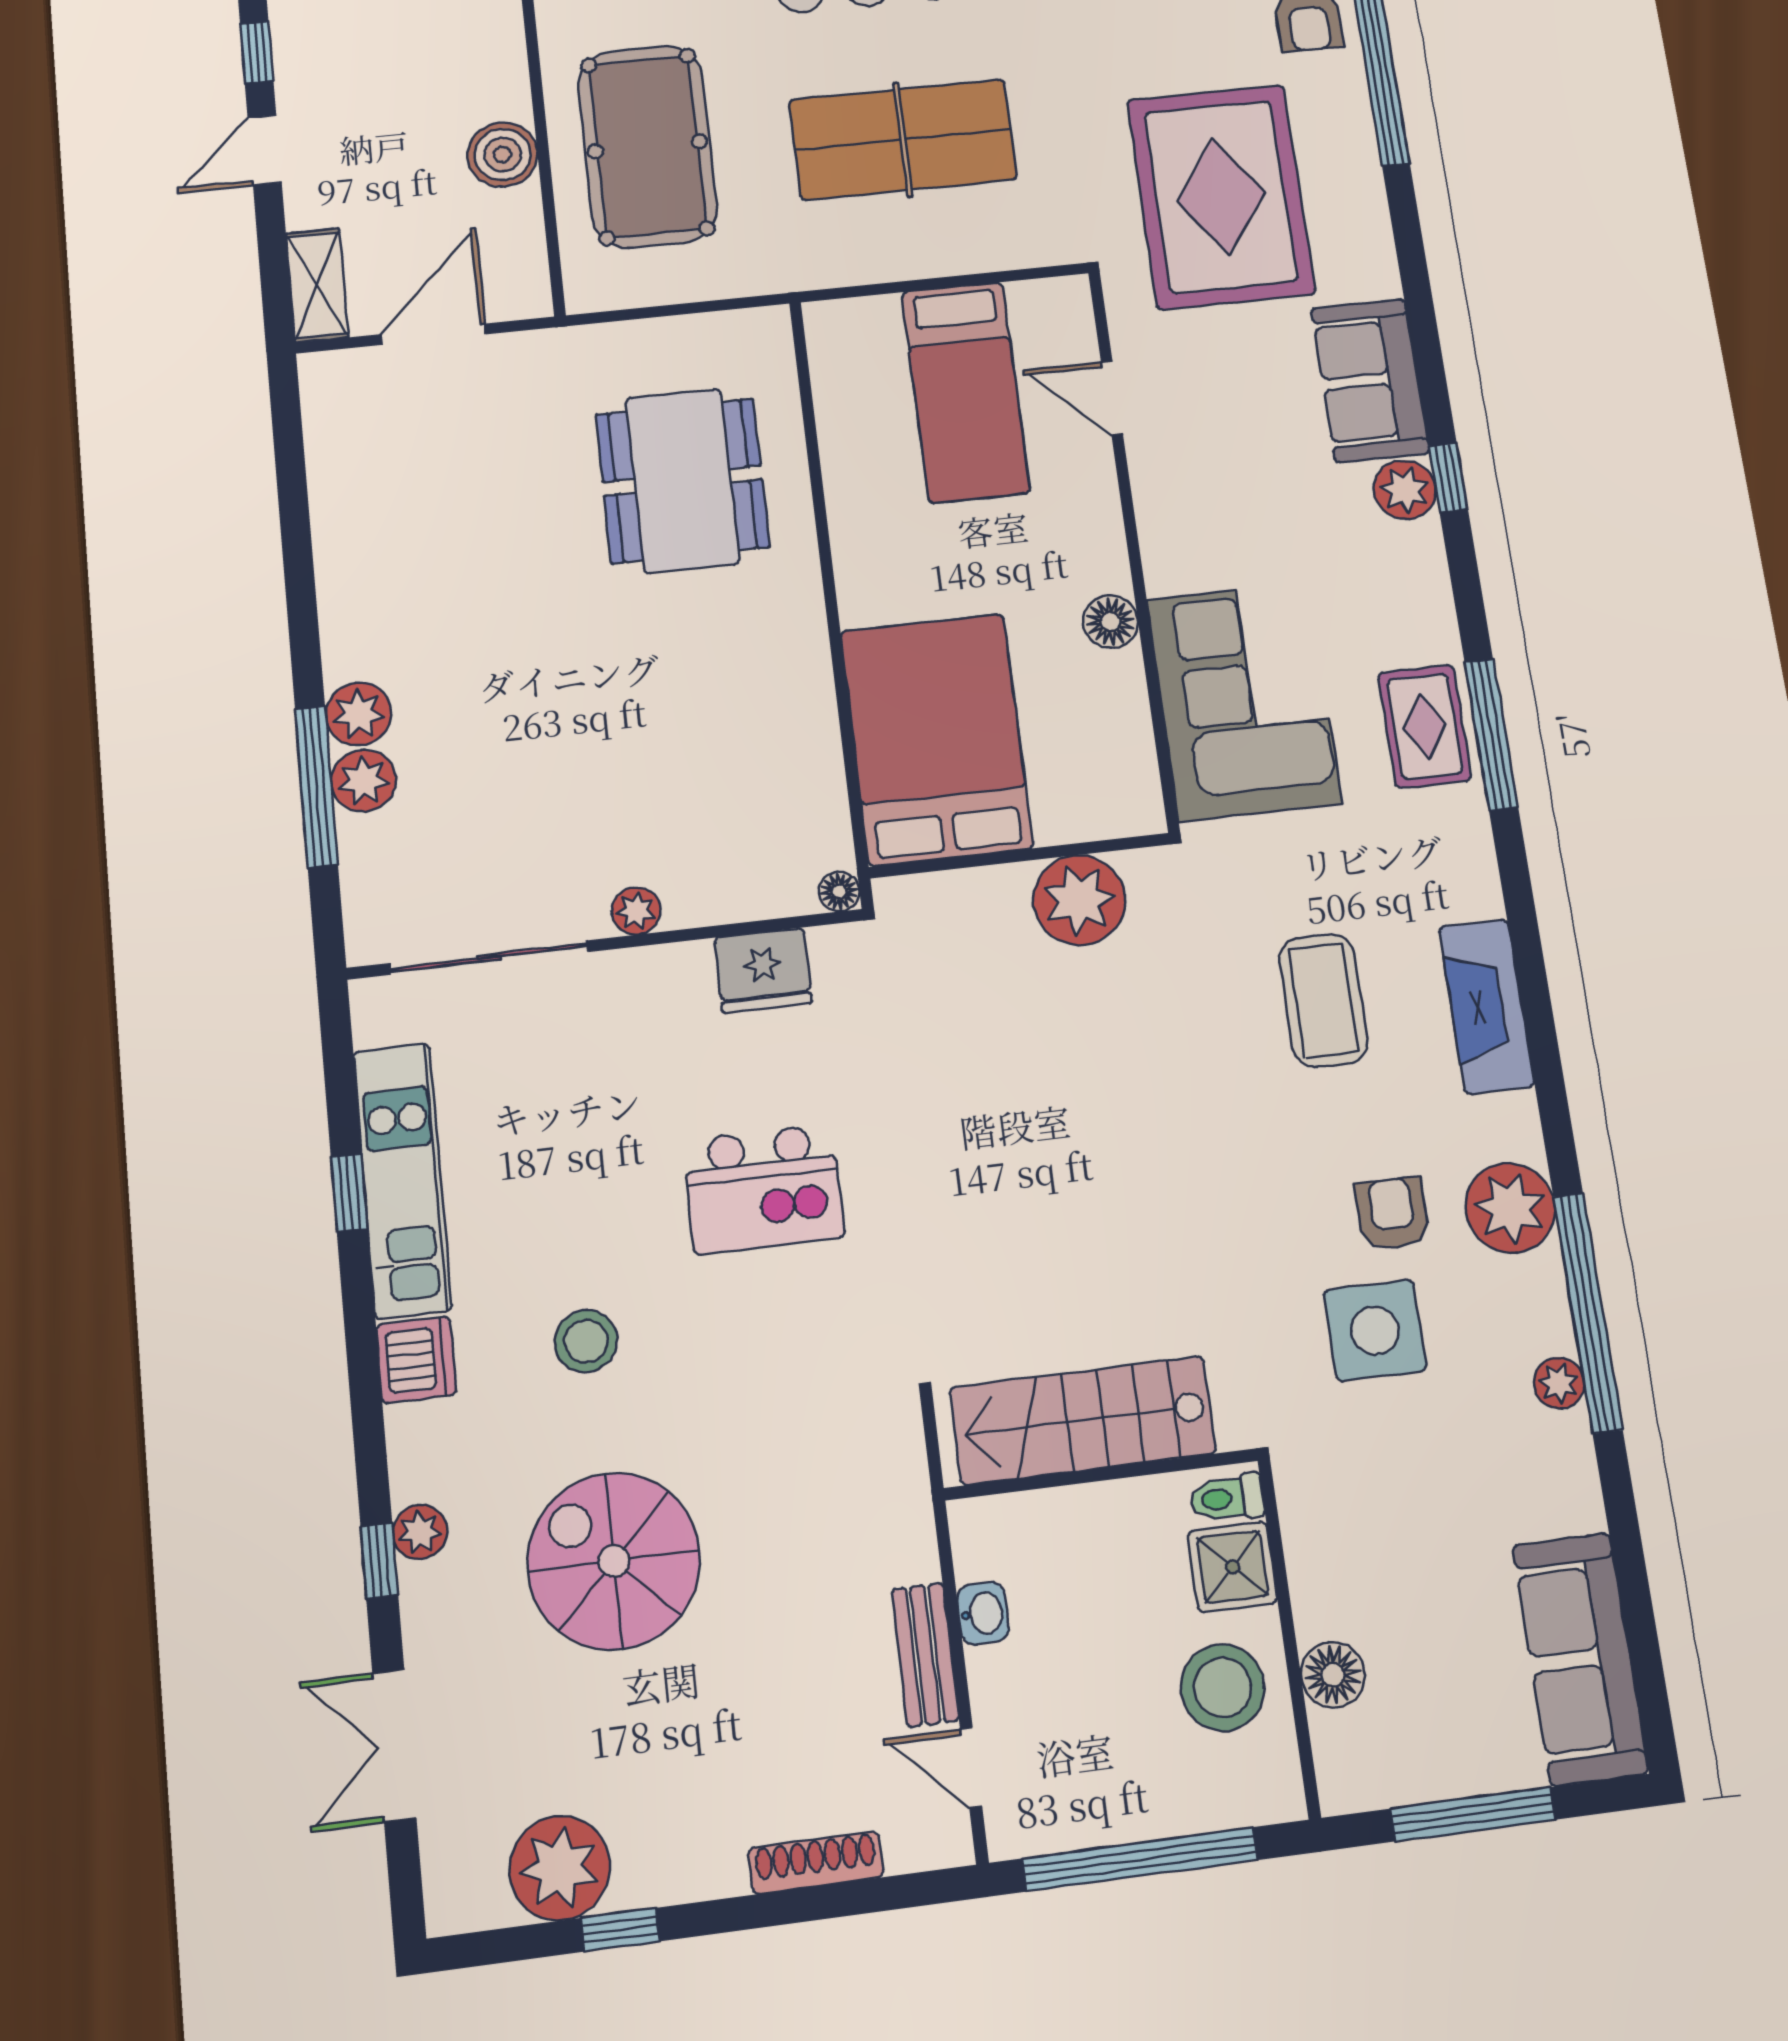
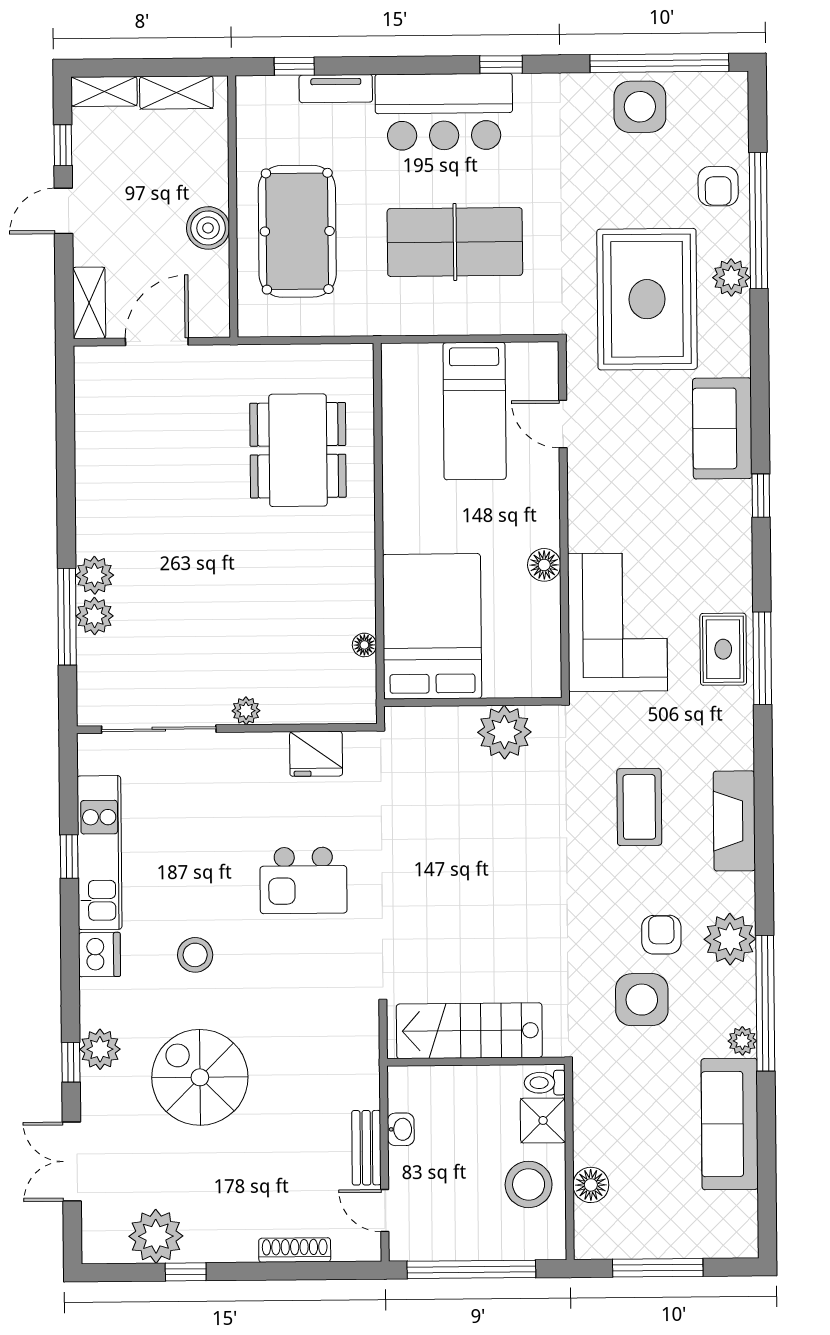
plant: (1405, 490) -> (731, 277), moved
floor lamp: (839, 891) -> (364, 645), moved
plant: (420, 1532) -> (100, 1049), width x1.38, depth x1.38
sofa: (1580, 1659) -> (730, 1124), moved

